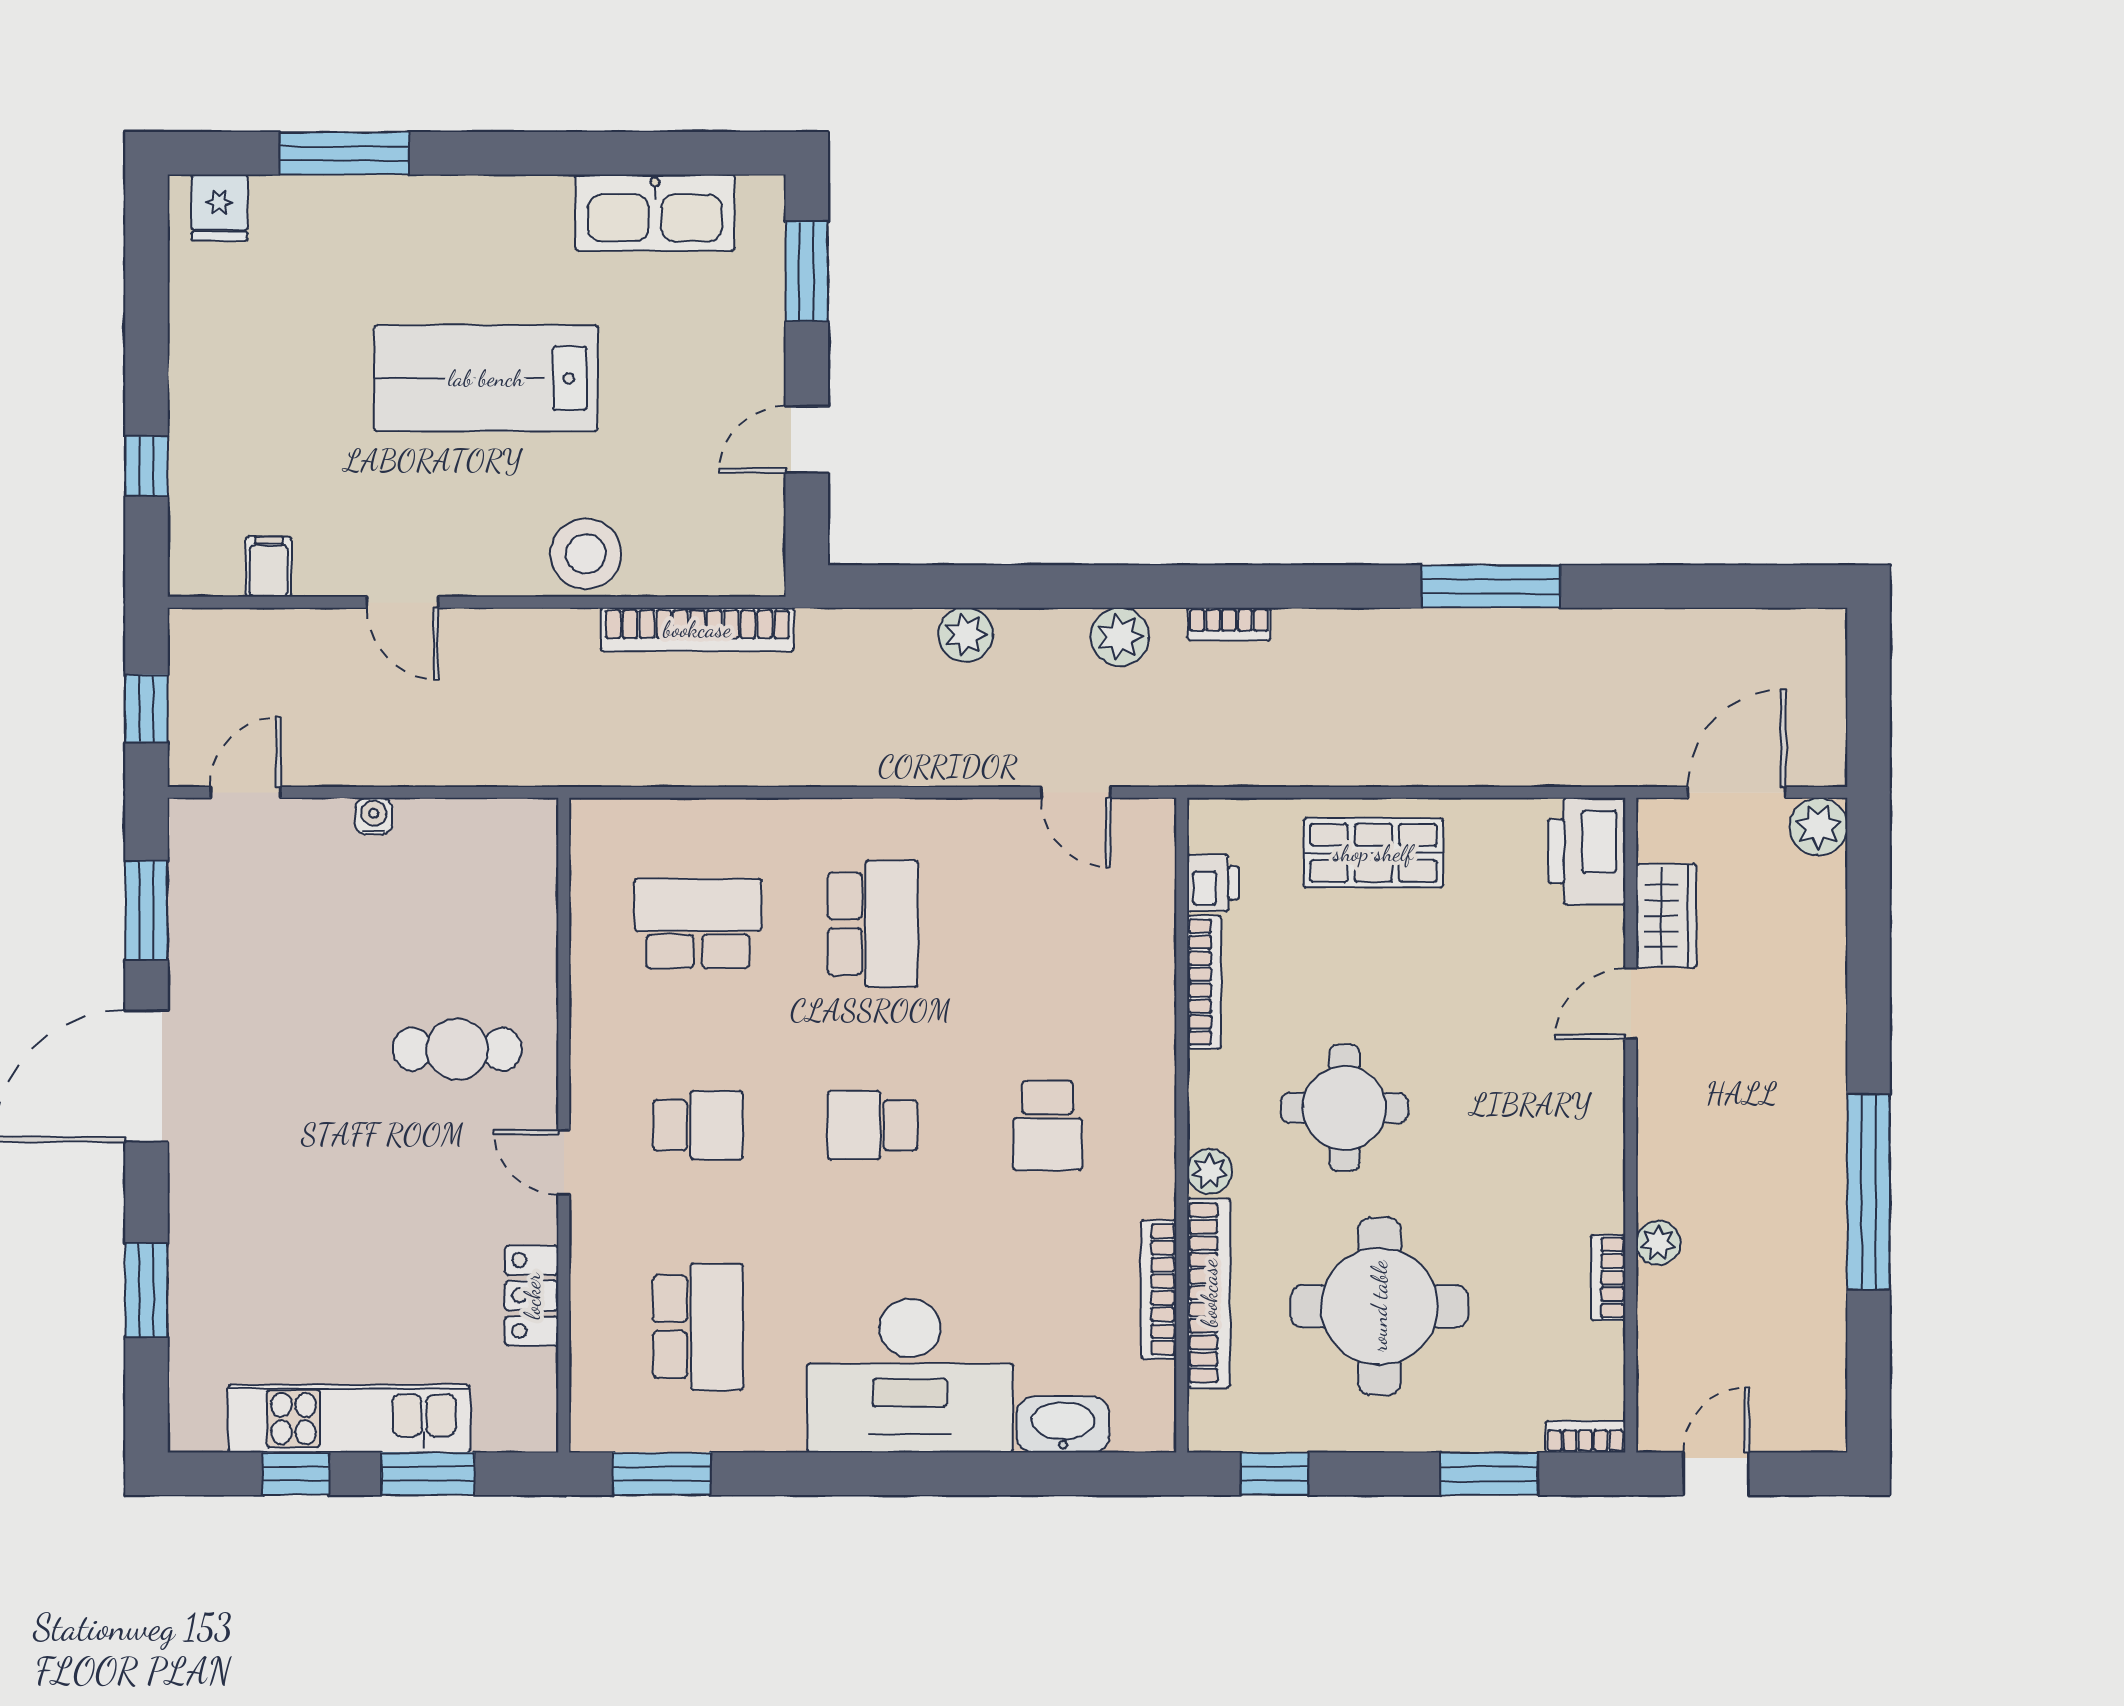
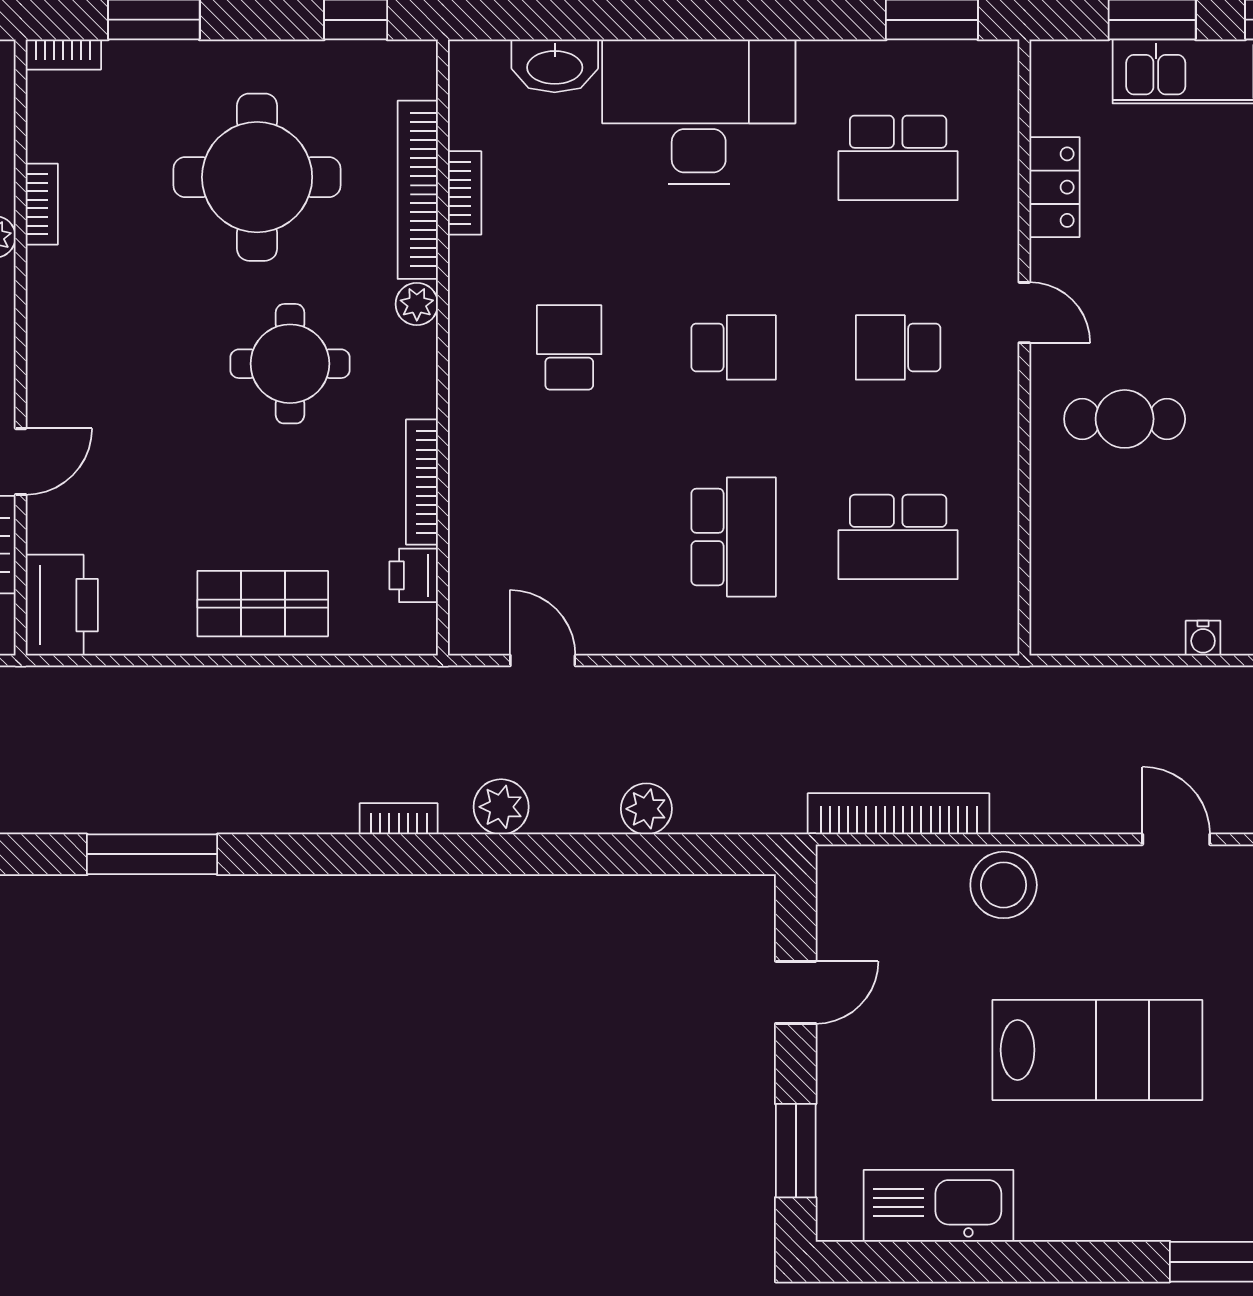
school desk: (873, 924) -> (734, 537), turned 180
bookcase: (1159, 1289) -> (465, 193), width x0.64
school desk: (698, 1327) -> (898, 158), turned -90

